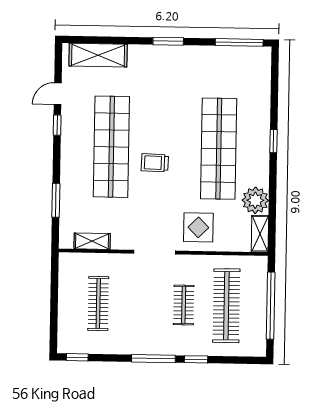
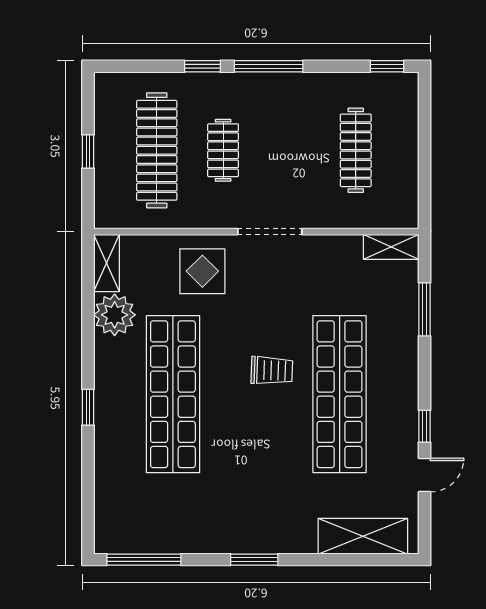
shelving: (92, 241) -> (391, 247), moved
window: (271, 306) -> (88, 152), width x0.32

